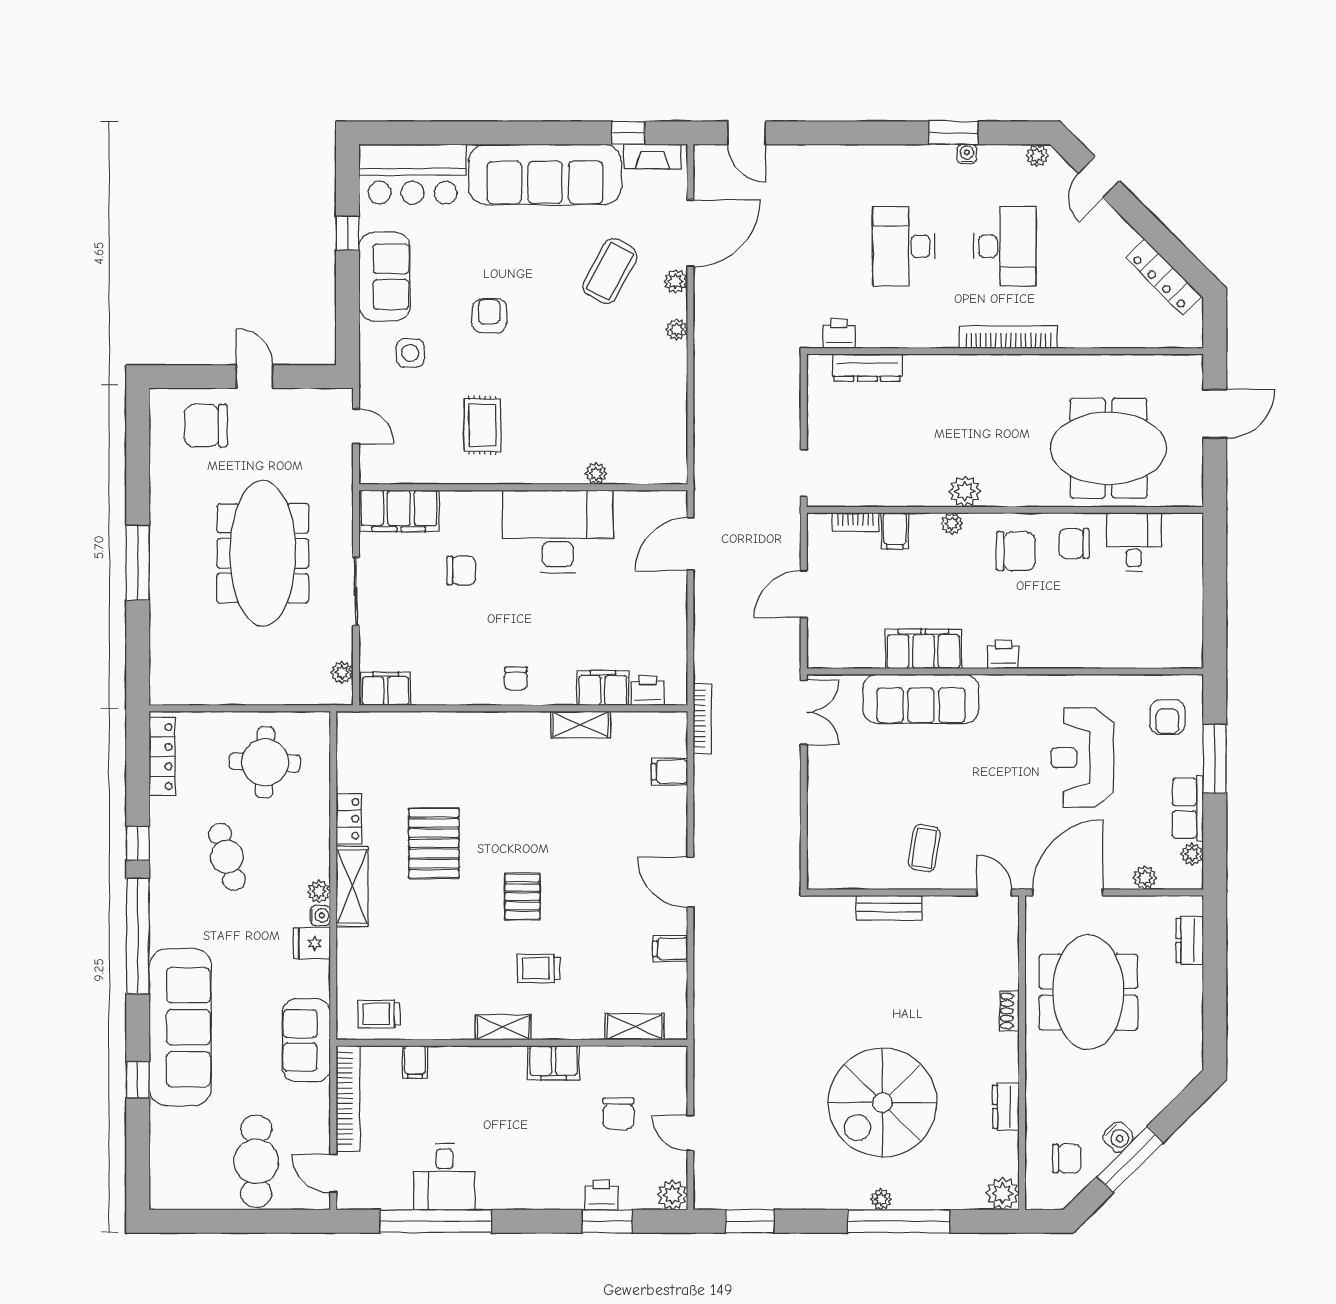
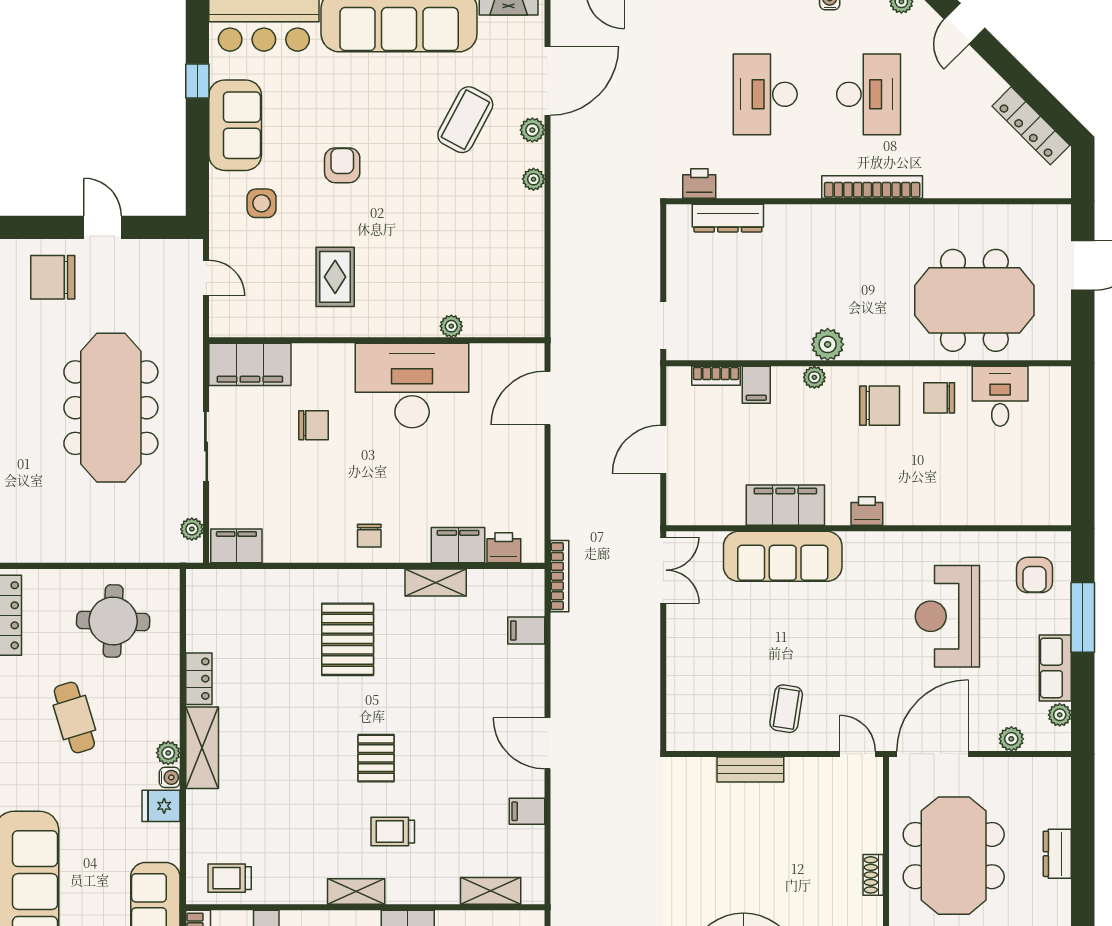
pallet: (434, 843) -> (348, 639), moved
dresser: (1190, 940) -> (1057, 854), moved

